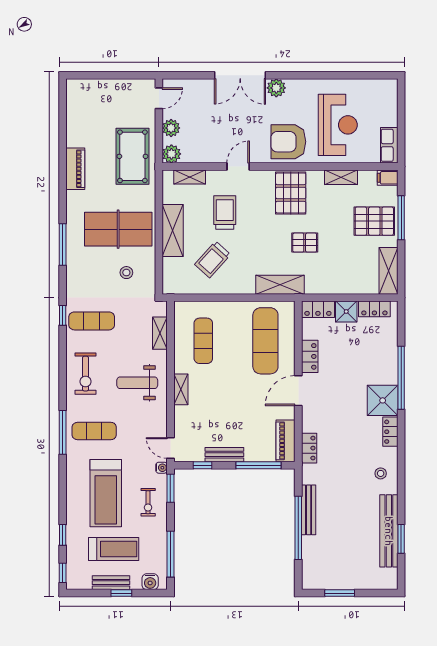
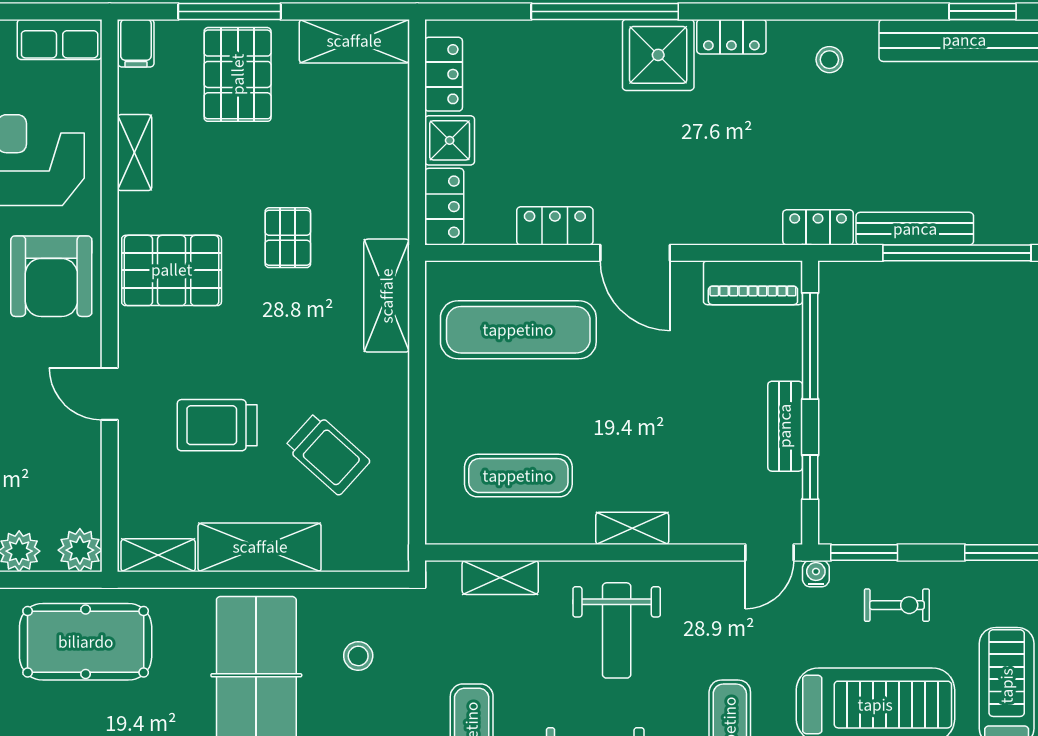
shelving: (190, 177) -> (158, 555), moved, turned 90
locker: (309, 448) -> (818, 227), moved

